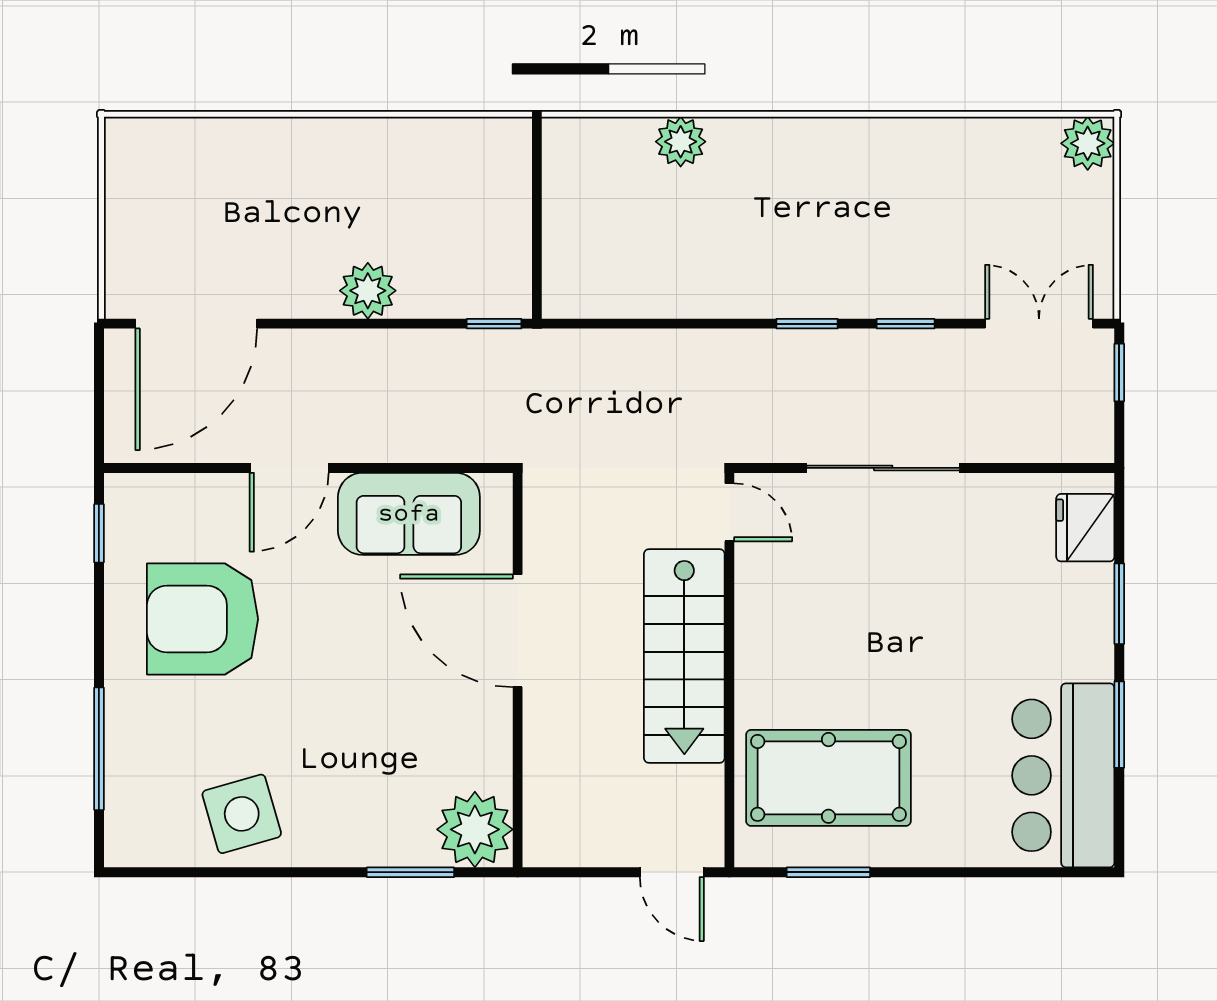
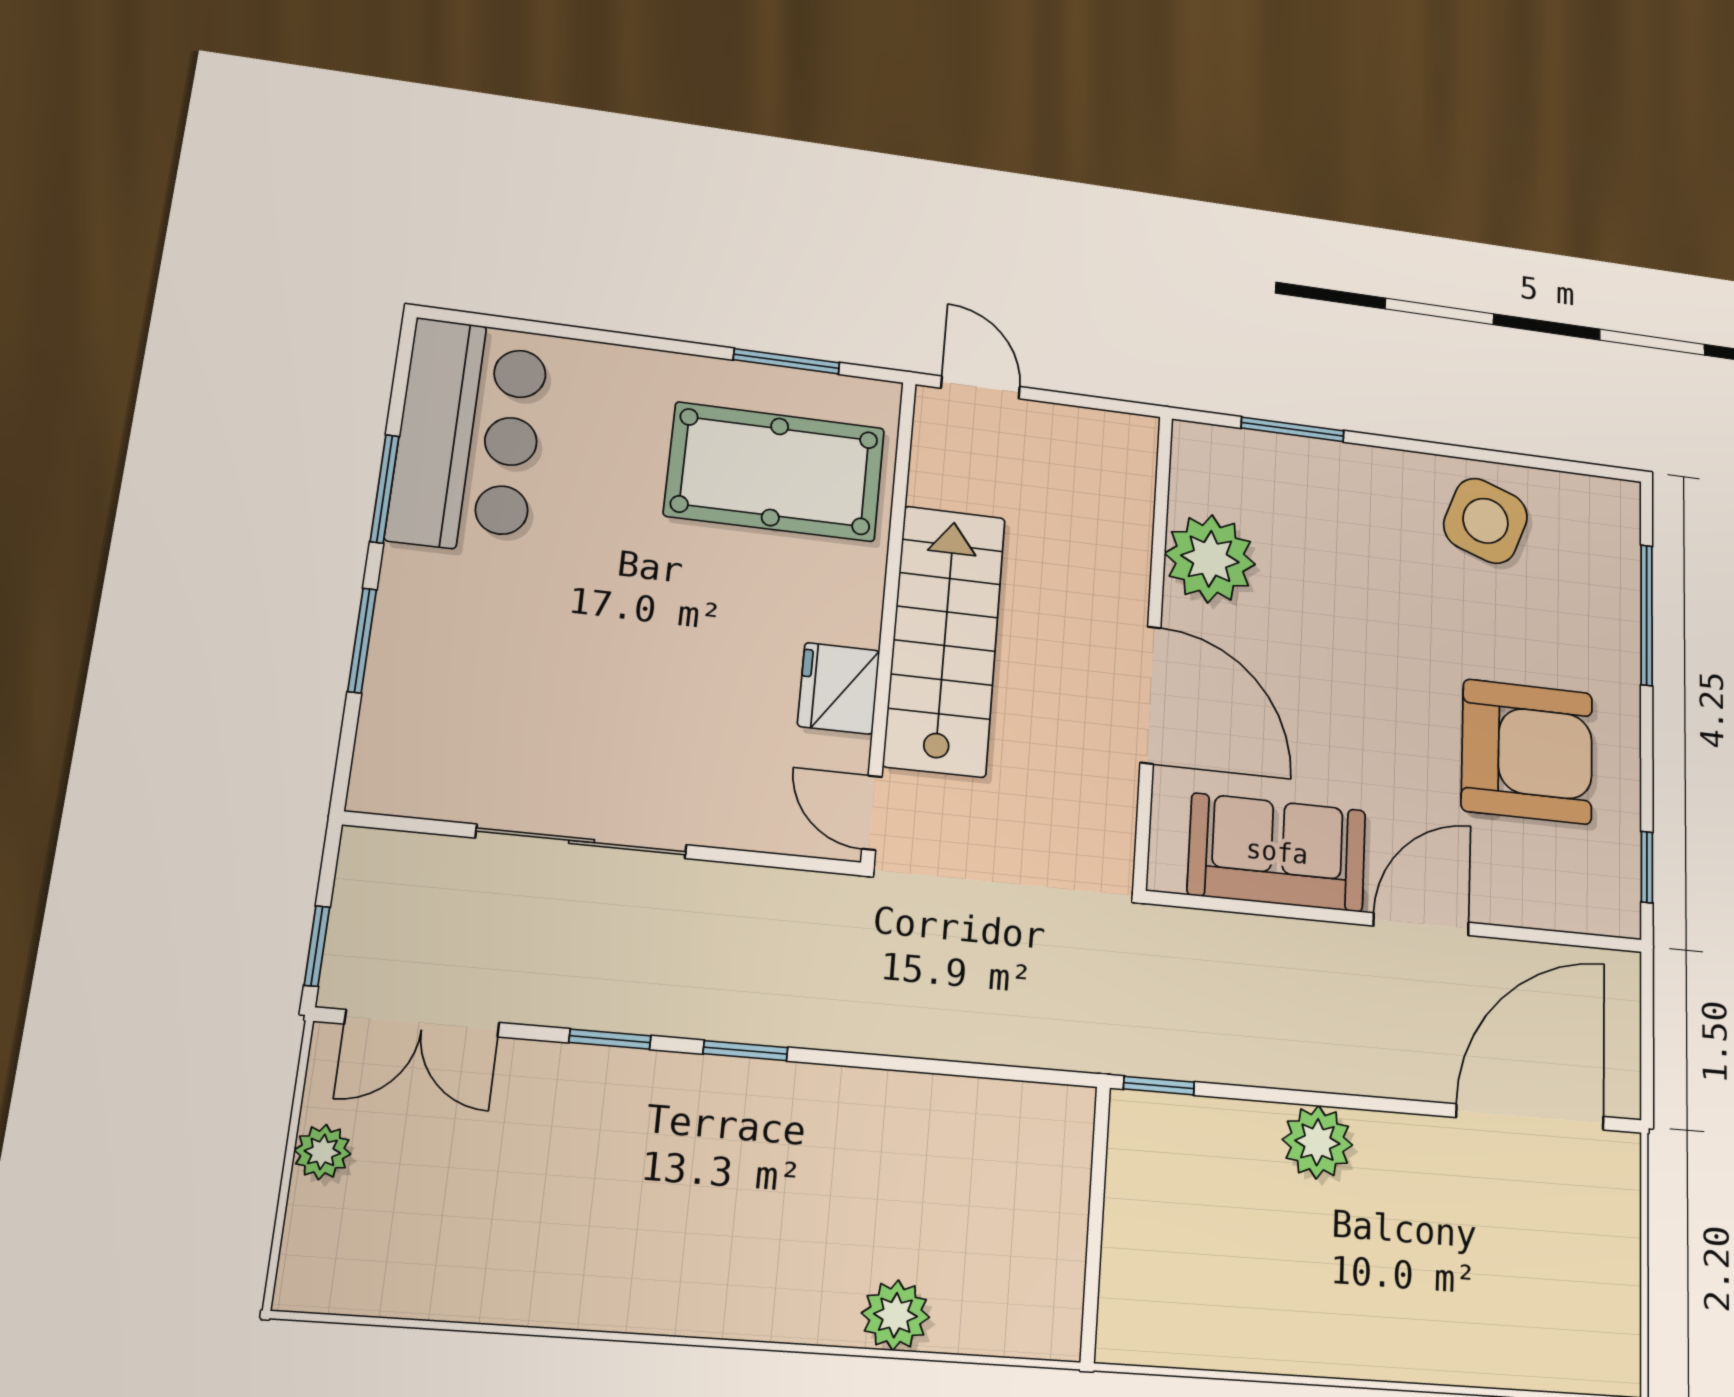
plant: (1088, 143) -> (322, 1152), moved, width x0.73, depth x0.73
sliding door: (883, 468) -> (582, 841), moved
fridge: (1085, 528) -> (839, 688), moved, turned 180
side table: (242, 814) -> (1485, 521), turned 36
plant: (475, 829) -> (1210, 559), moved

